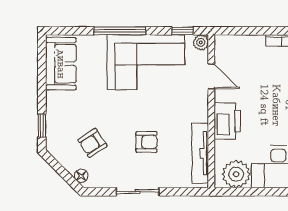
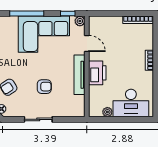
tv unit: (200, 153) -> (80, 75), moved
plant: (236, 174) -> (107, 112), width x0.53, depth x0.53

